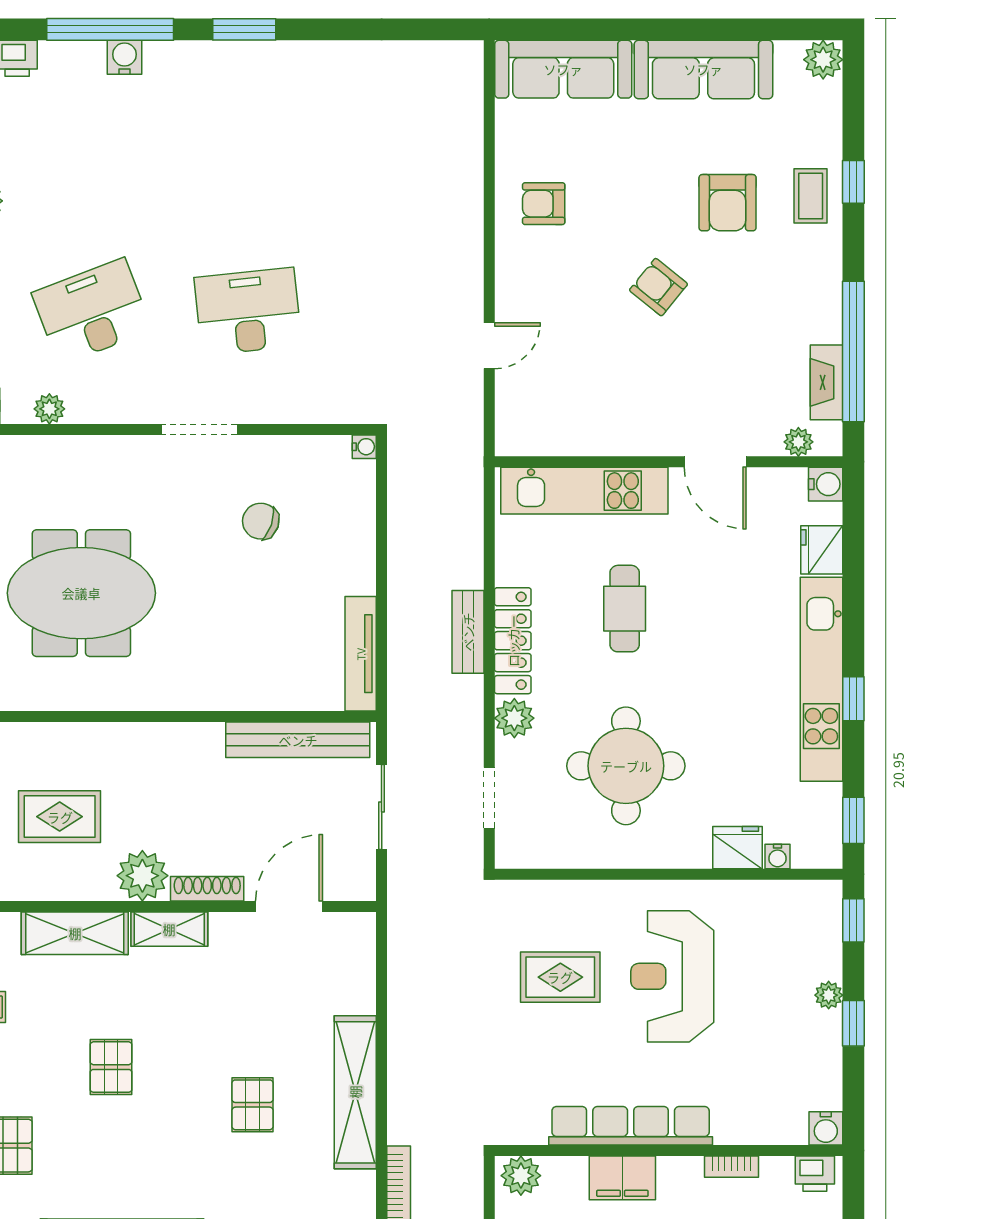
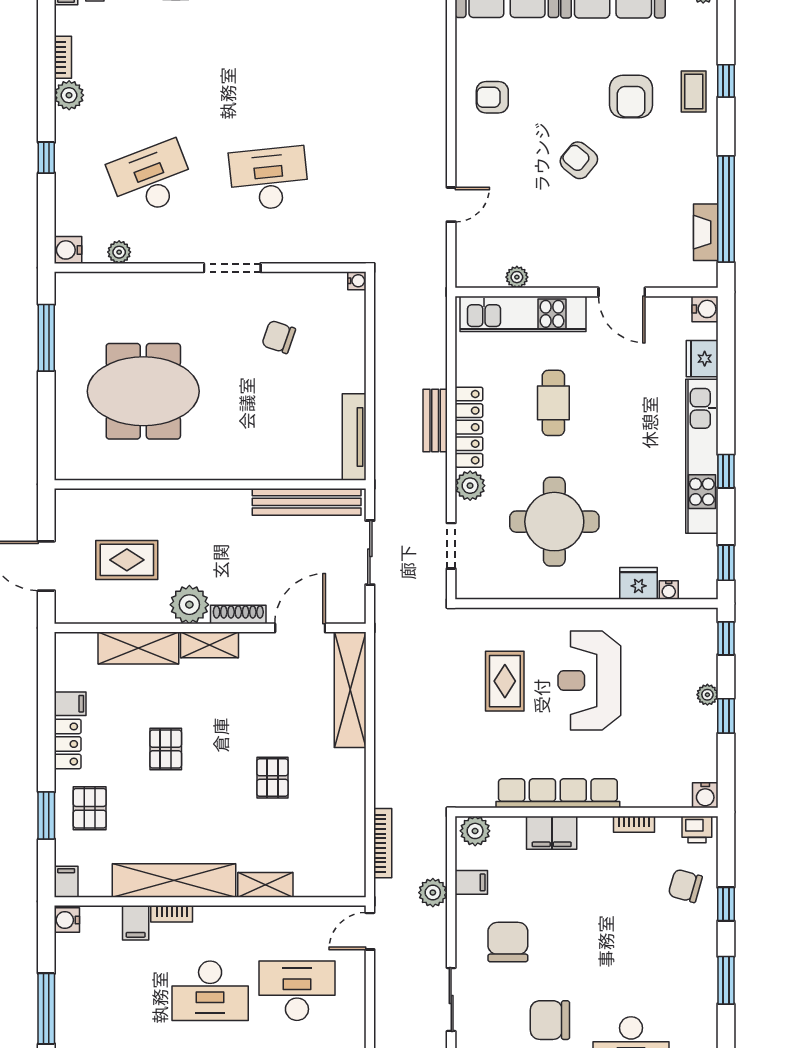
plant: (798, 442) -> (517, 277), moved
rug: (560, 977) -> (505, 681), turned 90
shelving: (355, 1092) -> (350, 690), moved

